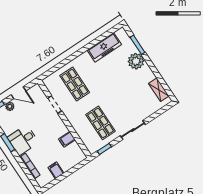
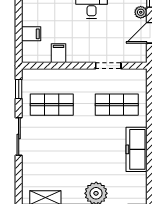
freezer: (104, 47) -> (137, 149), moved
filing cabinet: (56, 170) -> (31, 34), moved

